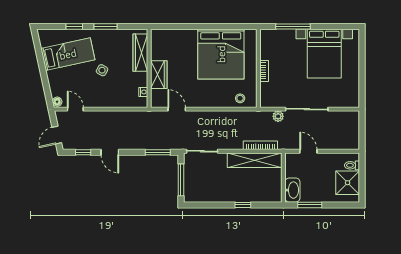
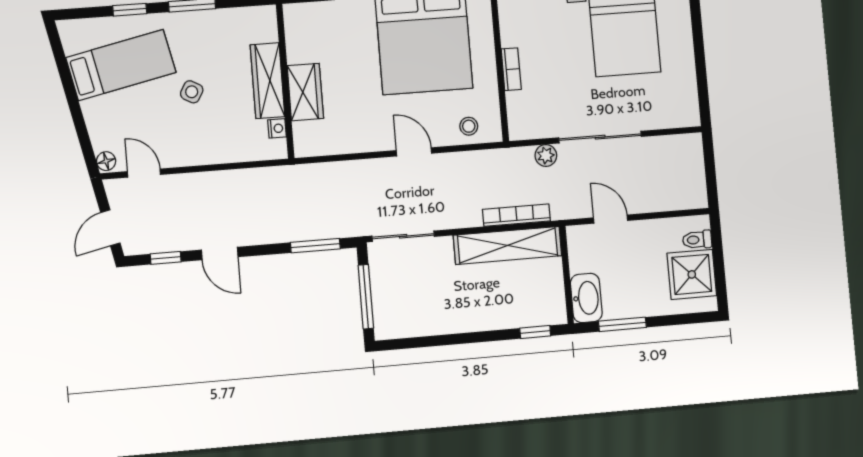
wardrobe: (140, 53) -> (268, 81), moved
door: (177, 109) -> (414, 152), moved
window: (243, 205) -> (535, 332), moved

